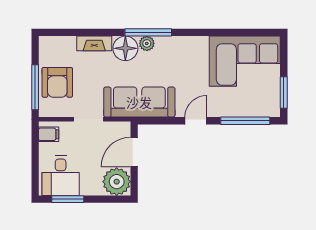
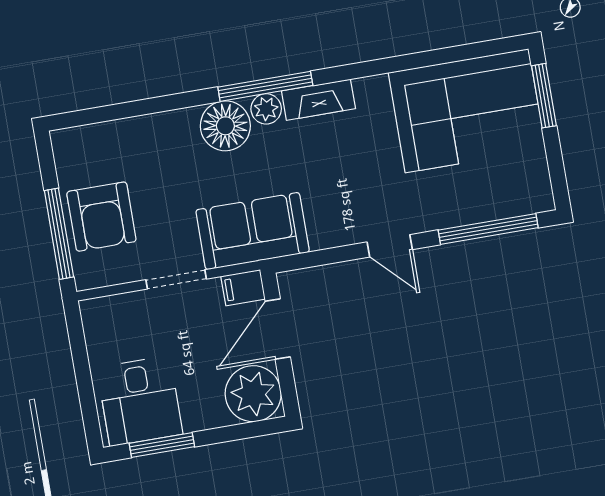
fireplace: (94, 43) -> (318, 100), moved
window: (284, 92) -> (544, 96), moved
sofa: (139, 102) -> (253, 231), width x0.73
door: (196, 121) -> (390, 246), swing flipped
filing cabinet: (49, 134) -> (243, 288), moved, turned 180

